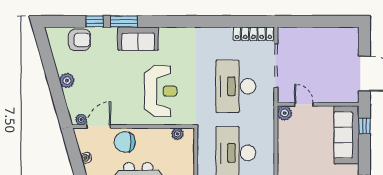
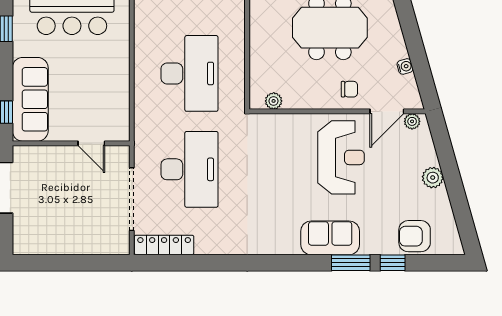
reception desk: (161, 91) -> (341, 157), moved, turned 180
plant: (285, 113) -> (119, 131), removed
chair: (125, 142) -> (349, 89), width x0.54, depth x0.54

